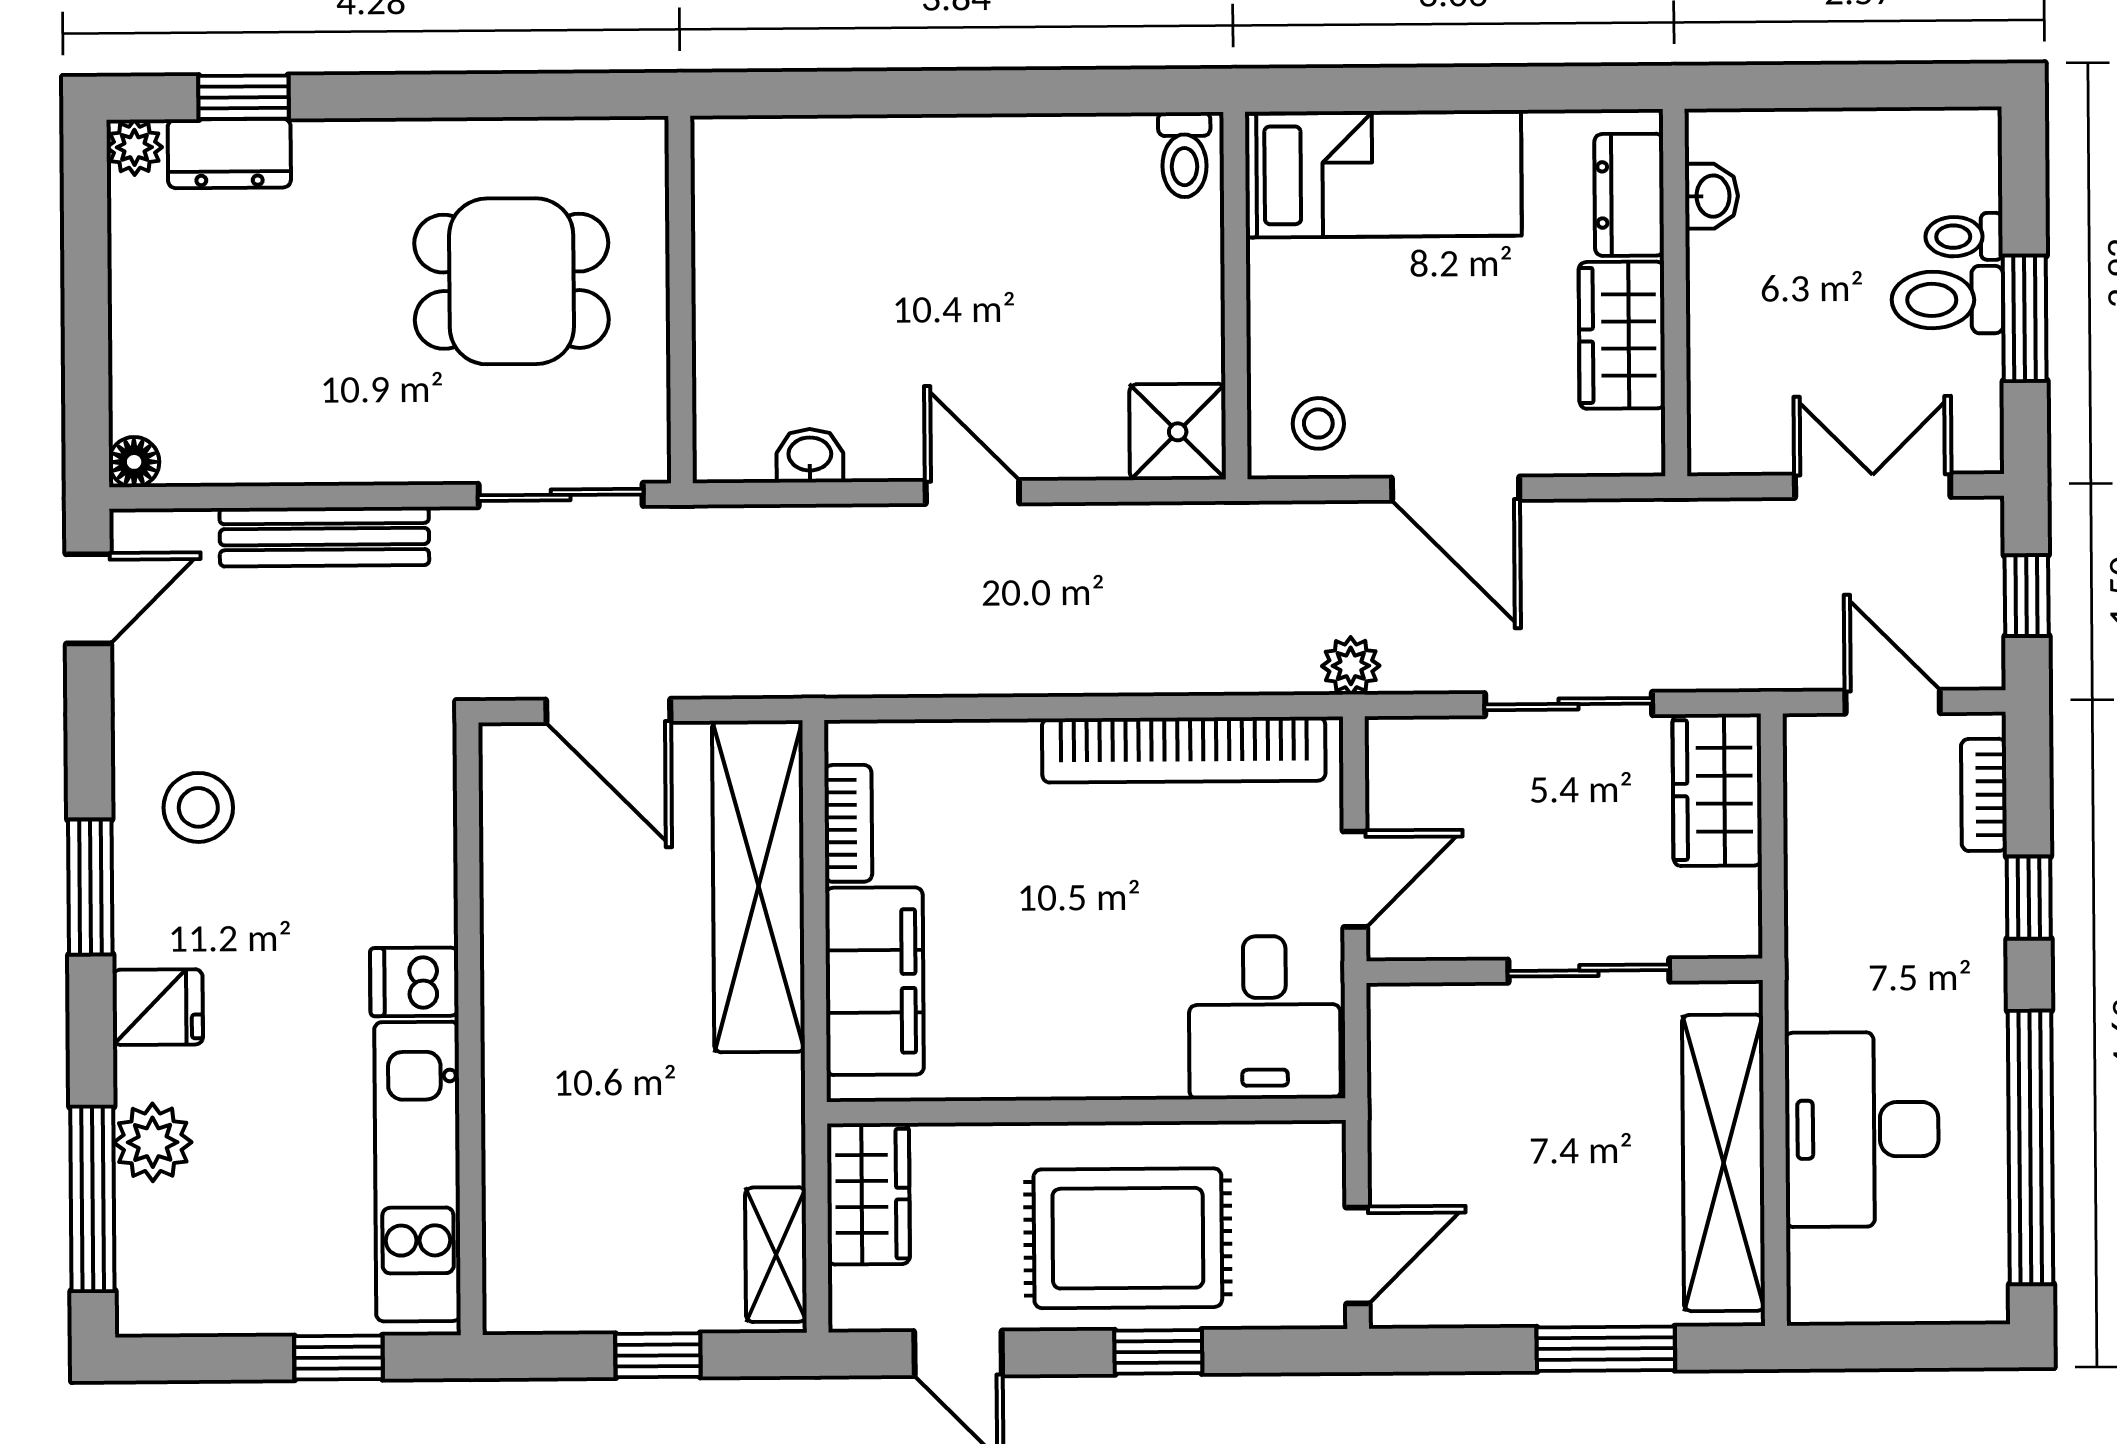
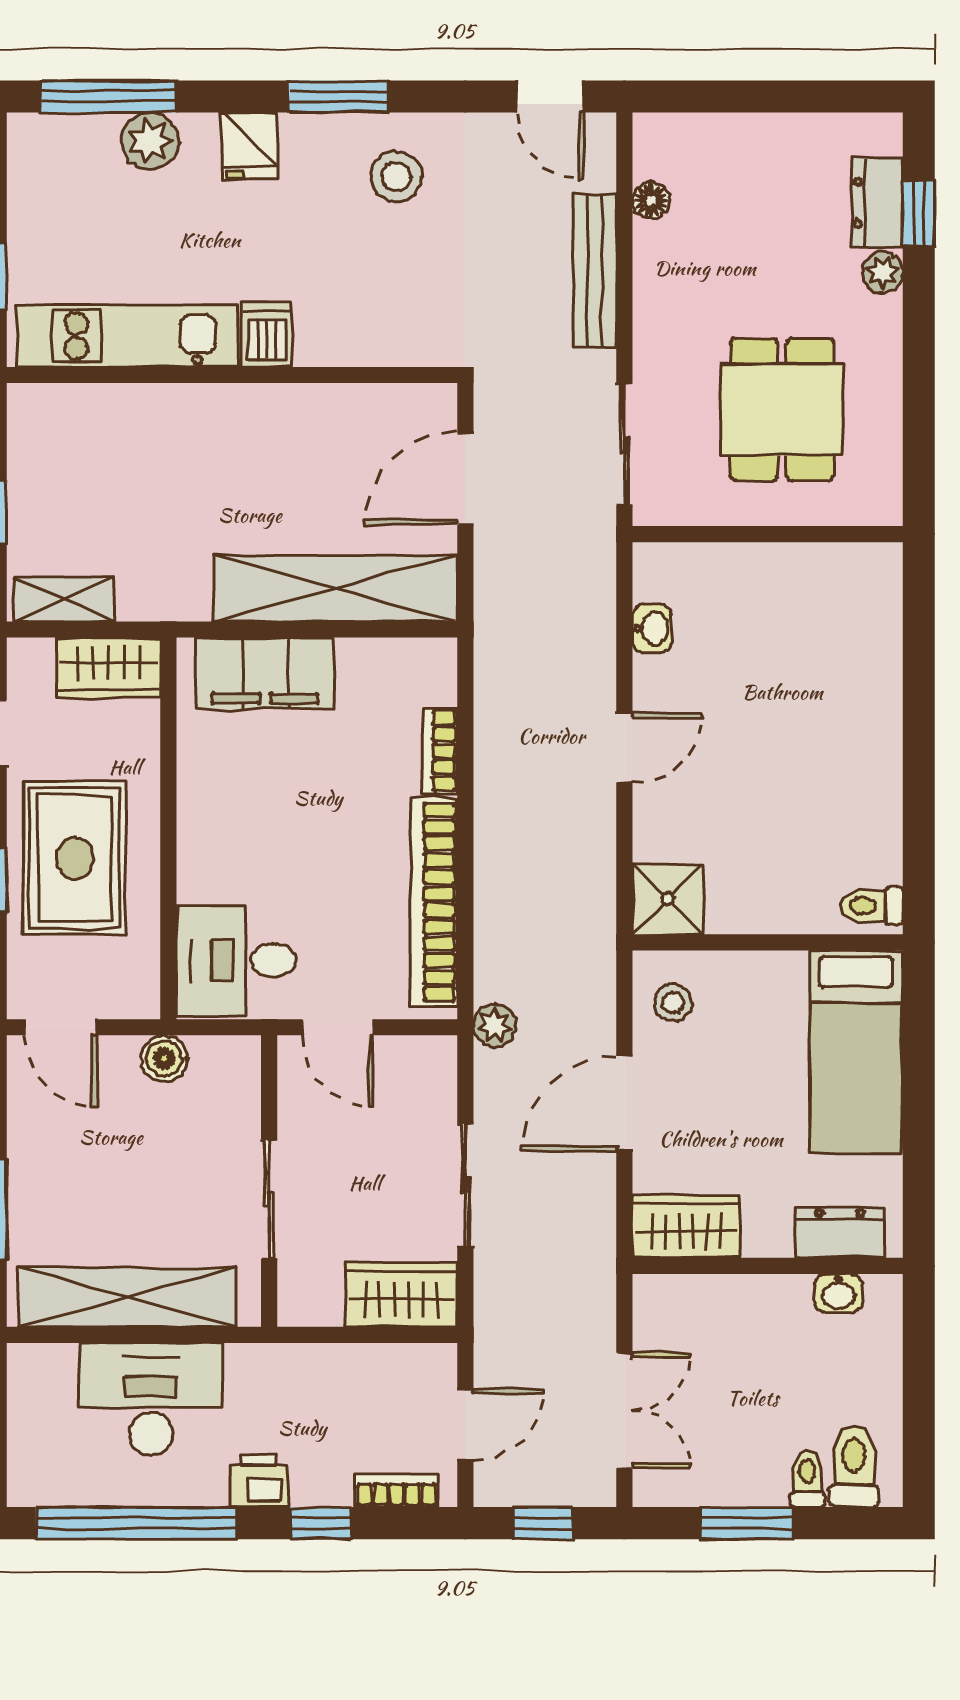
plant: (134, 147) -> (882, 272), moved
toilet: (1947, 300) -> (854, 1466), moved
wardrobe: (1622, 335) -> (687, 1227), moved
floor lamp: (134, 462) -> (651, 200), moved
bookcase: (848, 823) -> (440, 751), moved, turned 90
printer: (1972, 981) -> (259, 1481), added
boiler: (1399, 1115) -> (164, 1058), added

